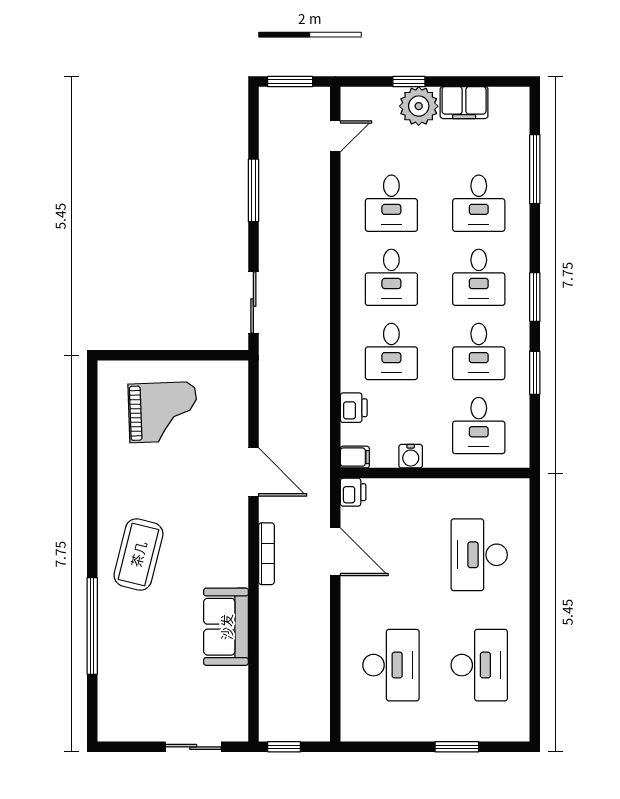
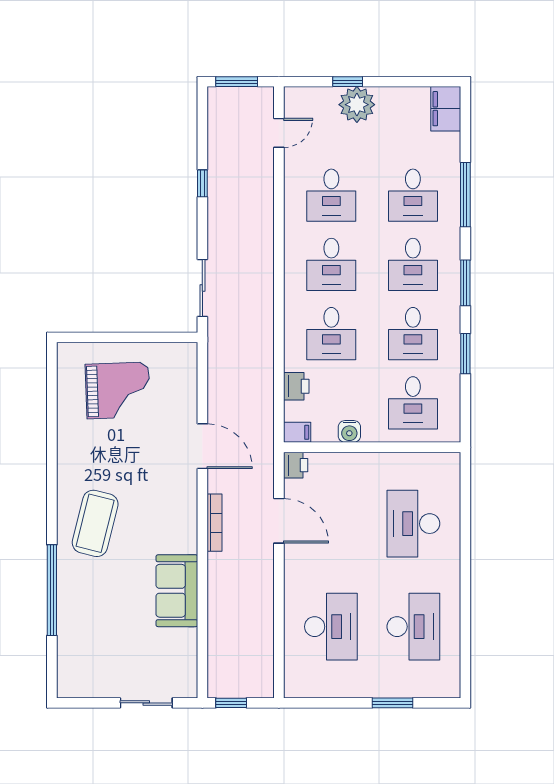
filing cabinet: (464, 103) -> (446, 109), moved, turned 90
window: (535, 169) -> (465, 195), moved
window: (253, 190) -> (202, 183), width x0.46

